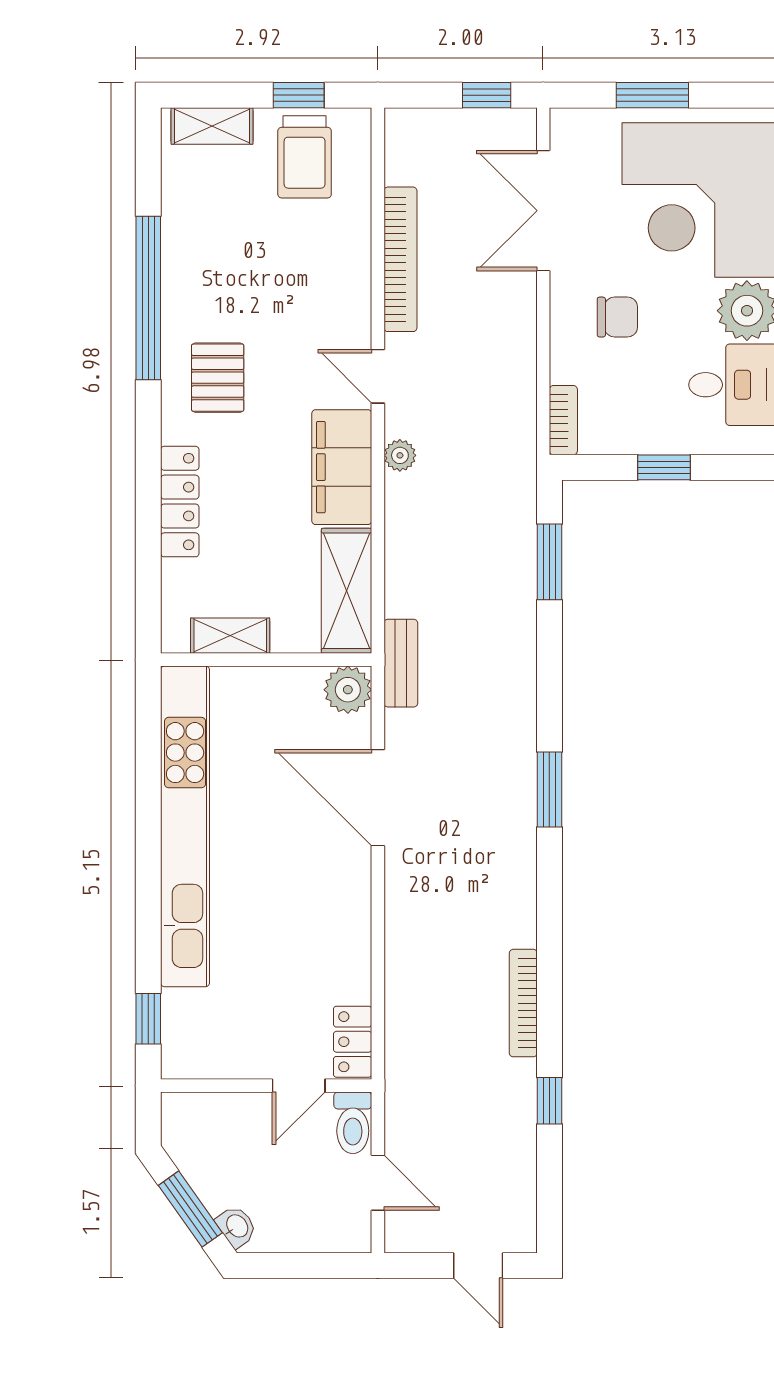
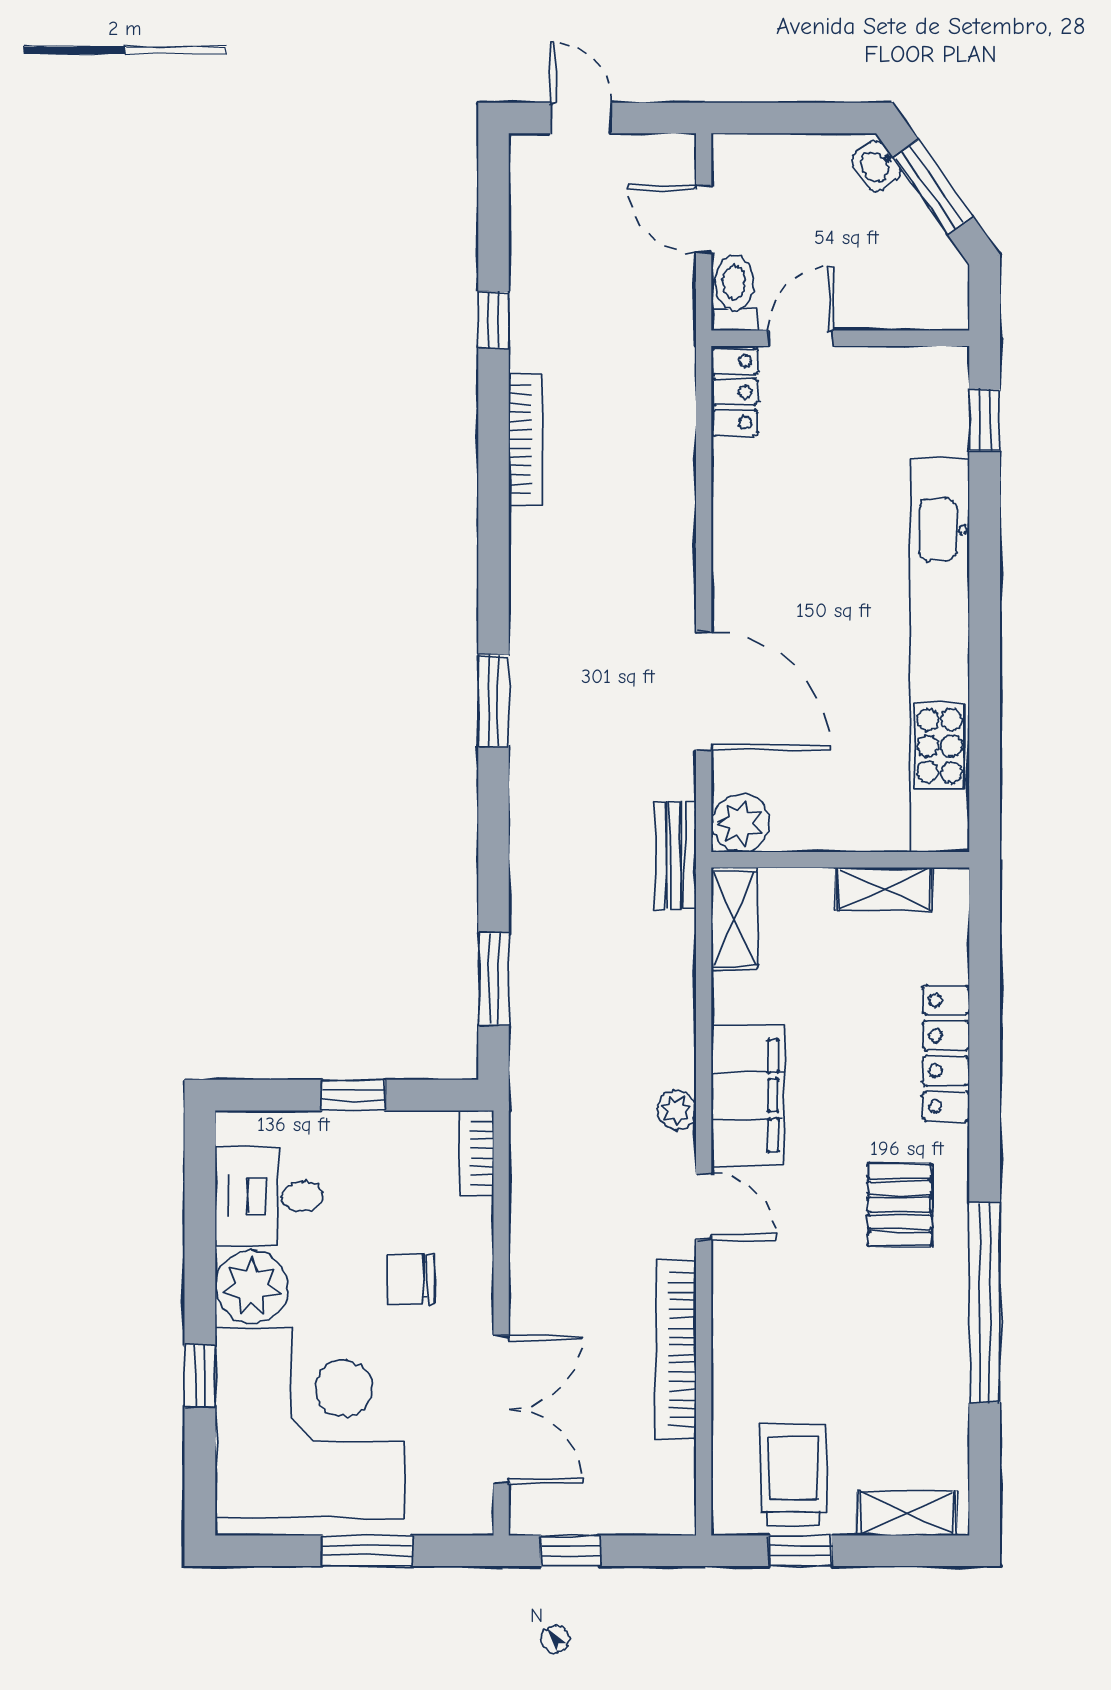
shelving: (347, 591) -> (734, 919), width x0.67, depth x0.75

